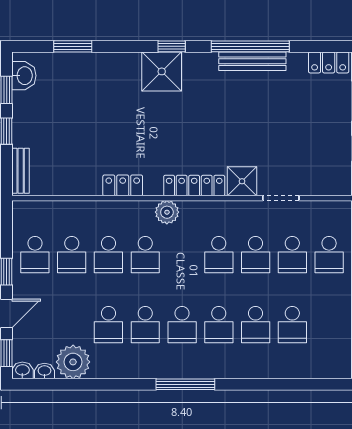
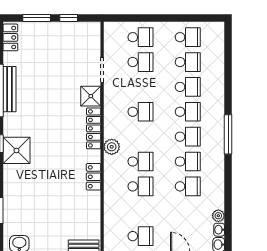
school desk: (72, 255) -> (140, 211), removed
school desk: (256, 255) -> (188, 37), moved
plant: (73, 362) -> (218, 216), width x0.53, depth x0.53

